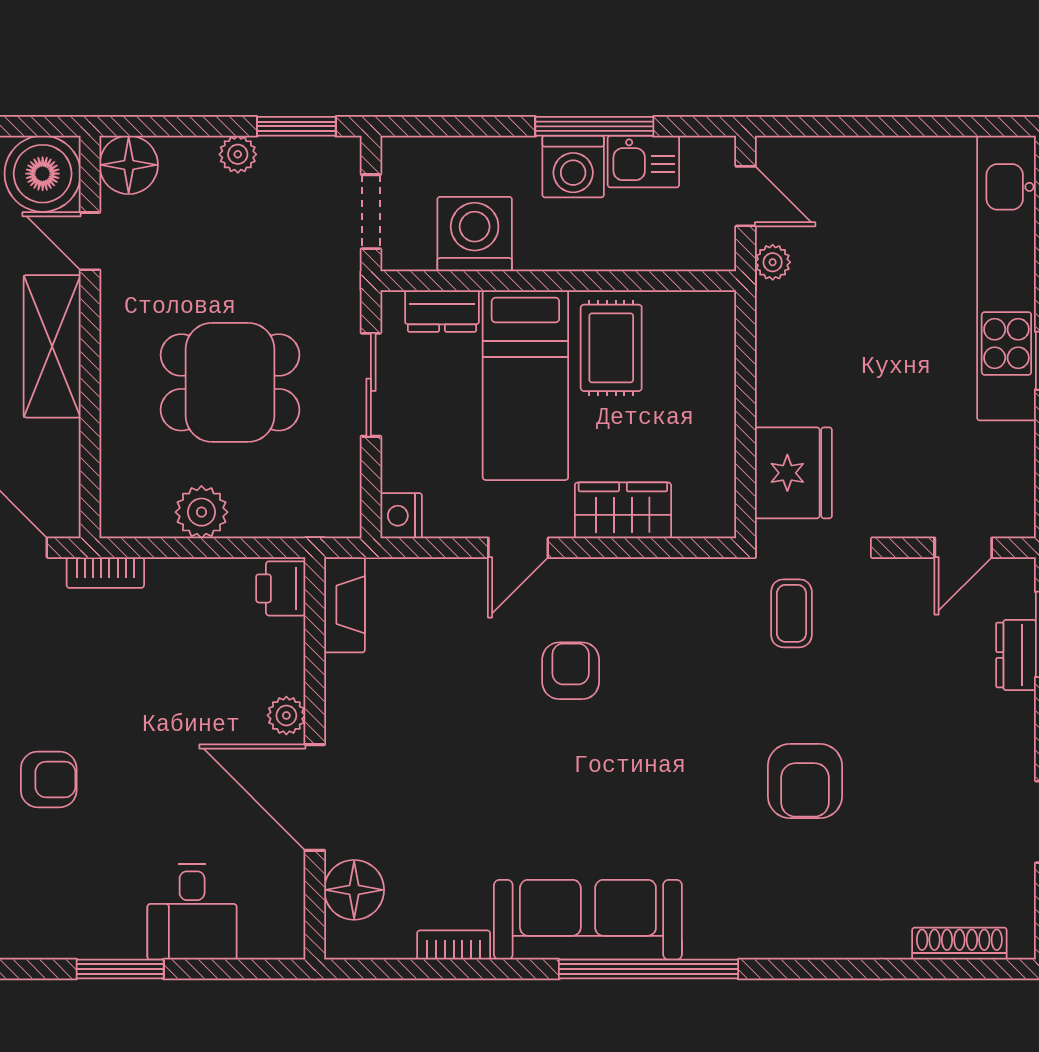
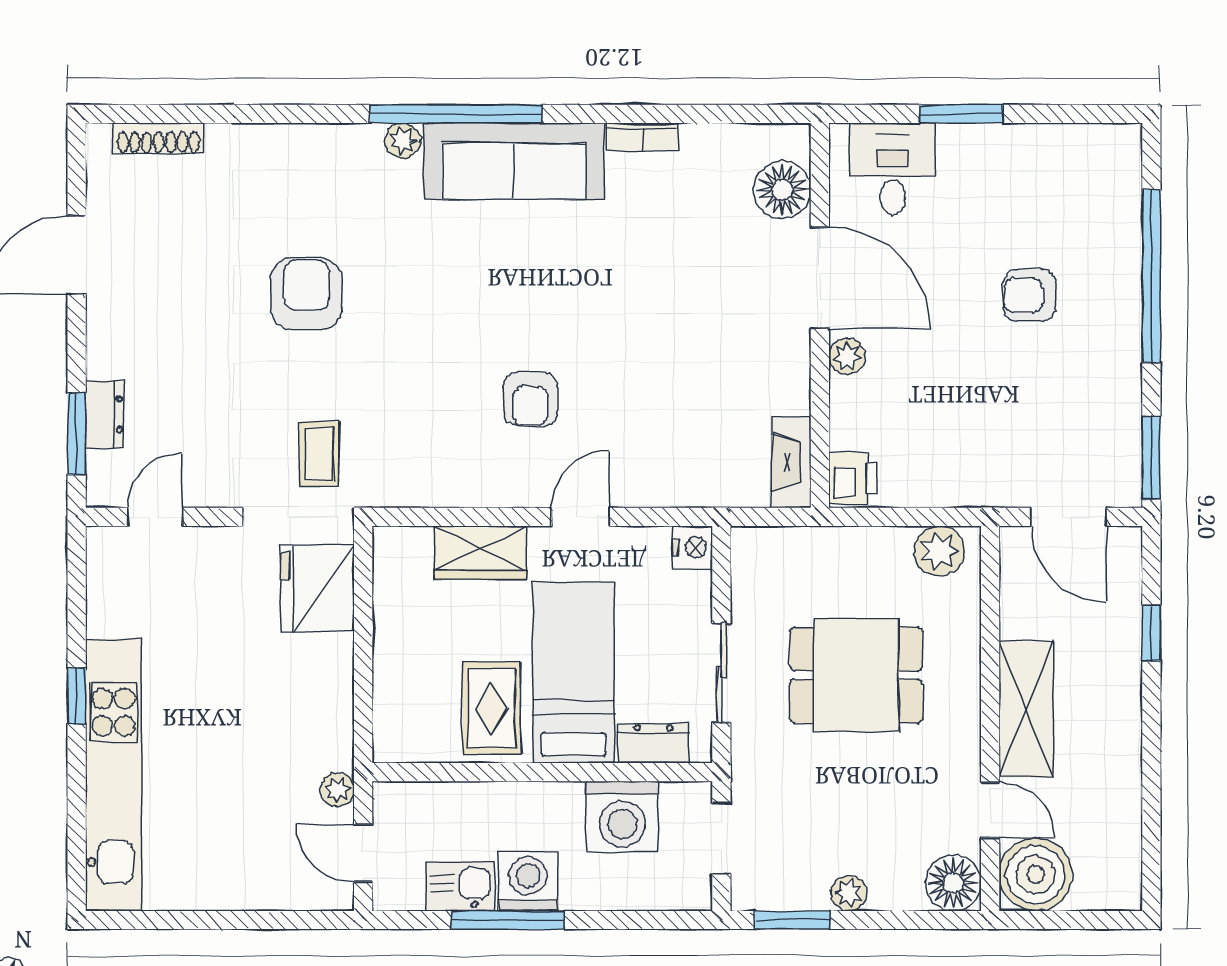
plant: (201, 512) -> (939, 551), moved
bookcase: (105, 573) -> (975, 493), removed
printer: (281, 588) -> (852, 478), moved
fireplace: (345, 605) -> (791, 462), moved
plant: (286, 715) -> (847, 356), moved
wall: (315, 758) -> (820, 315), moved
door: (315, 798) -> (820, 278), moved
floor lamp: (354, 890) -> (782, 190), moved
plant: (704, 941) -> (403, 141), added

